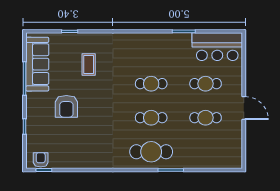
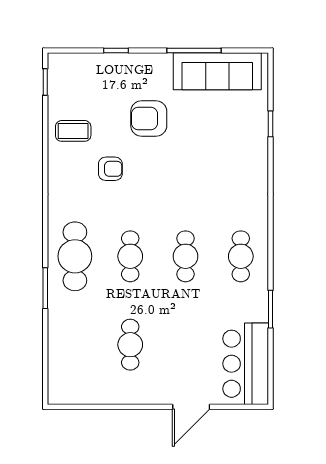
coffee table: (89, 64) -> (73, 131), moved
cafe table: (206, 84) -> (241, 256), moved
door: (244, 108) -> (191, 407), moved
armchair: (41, 160) -> (110, 169), moved

